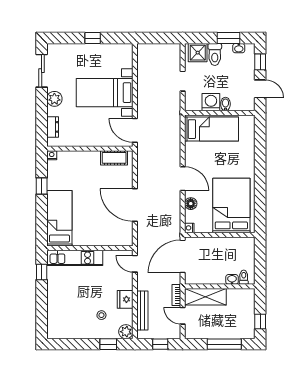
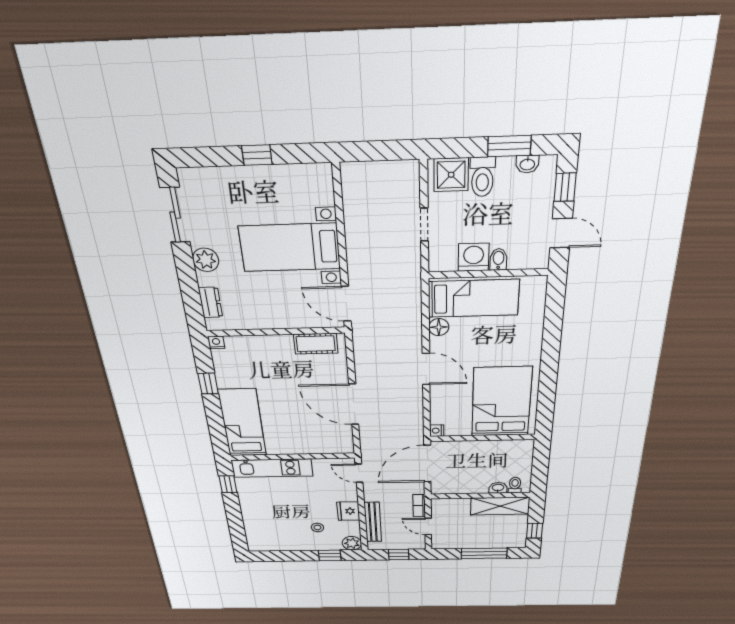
floor lamp: (191, 204) -> (439, 327), moved
shelving: (205, 297) -> (500, 506), moved

